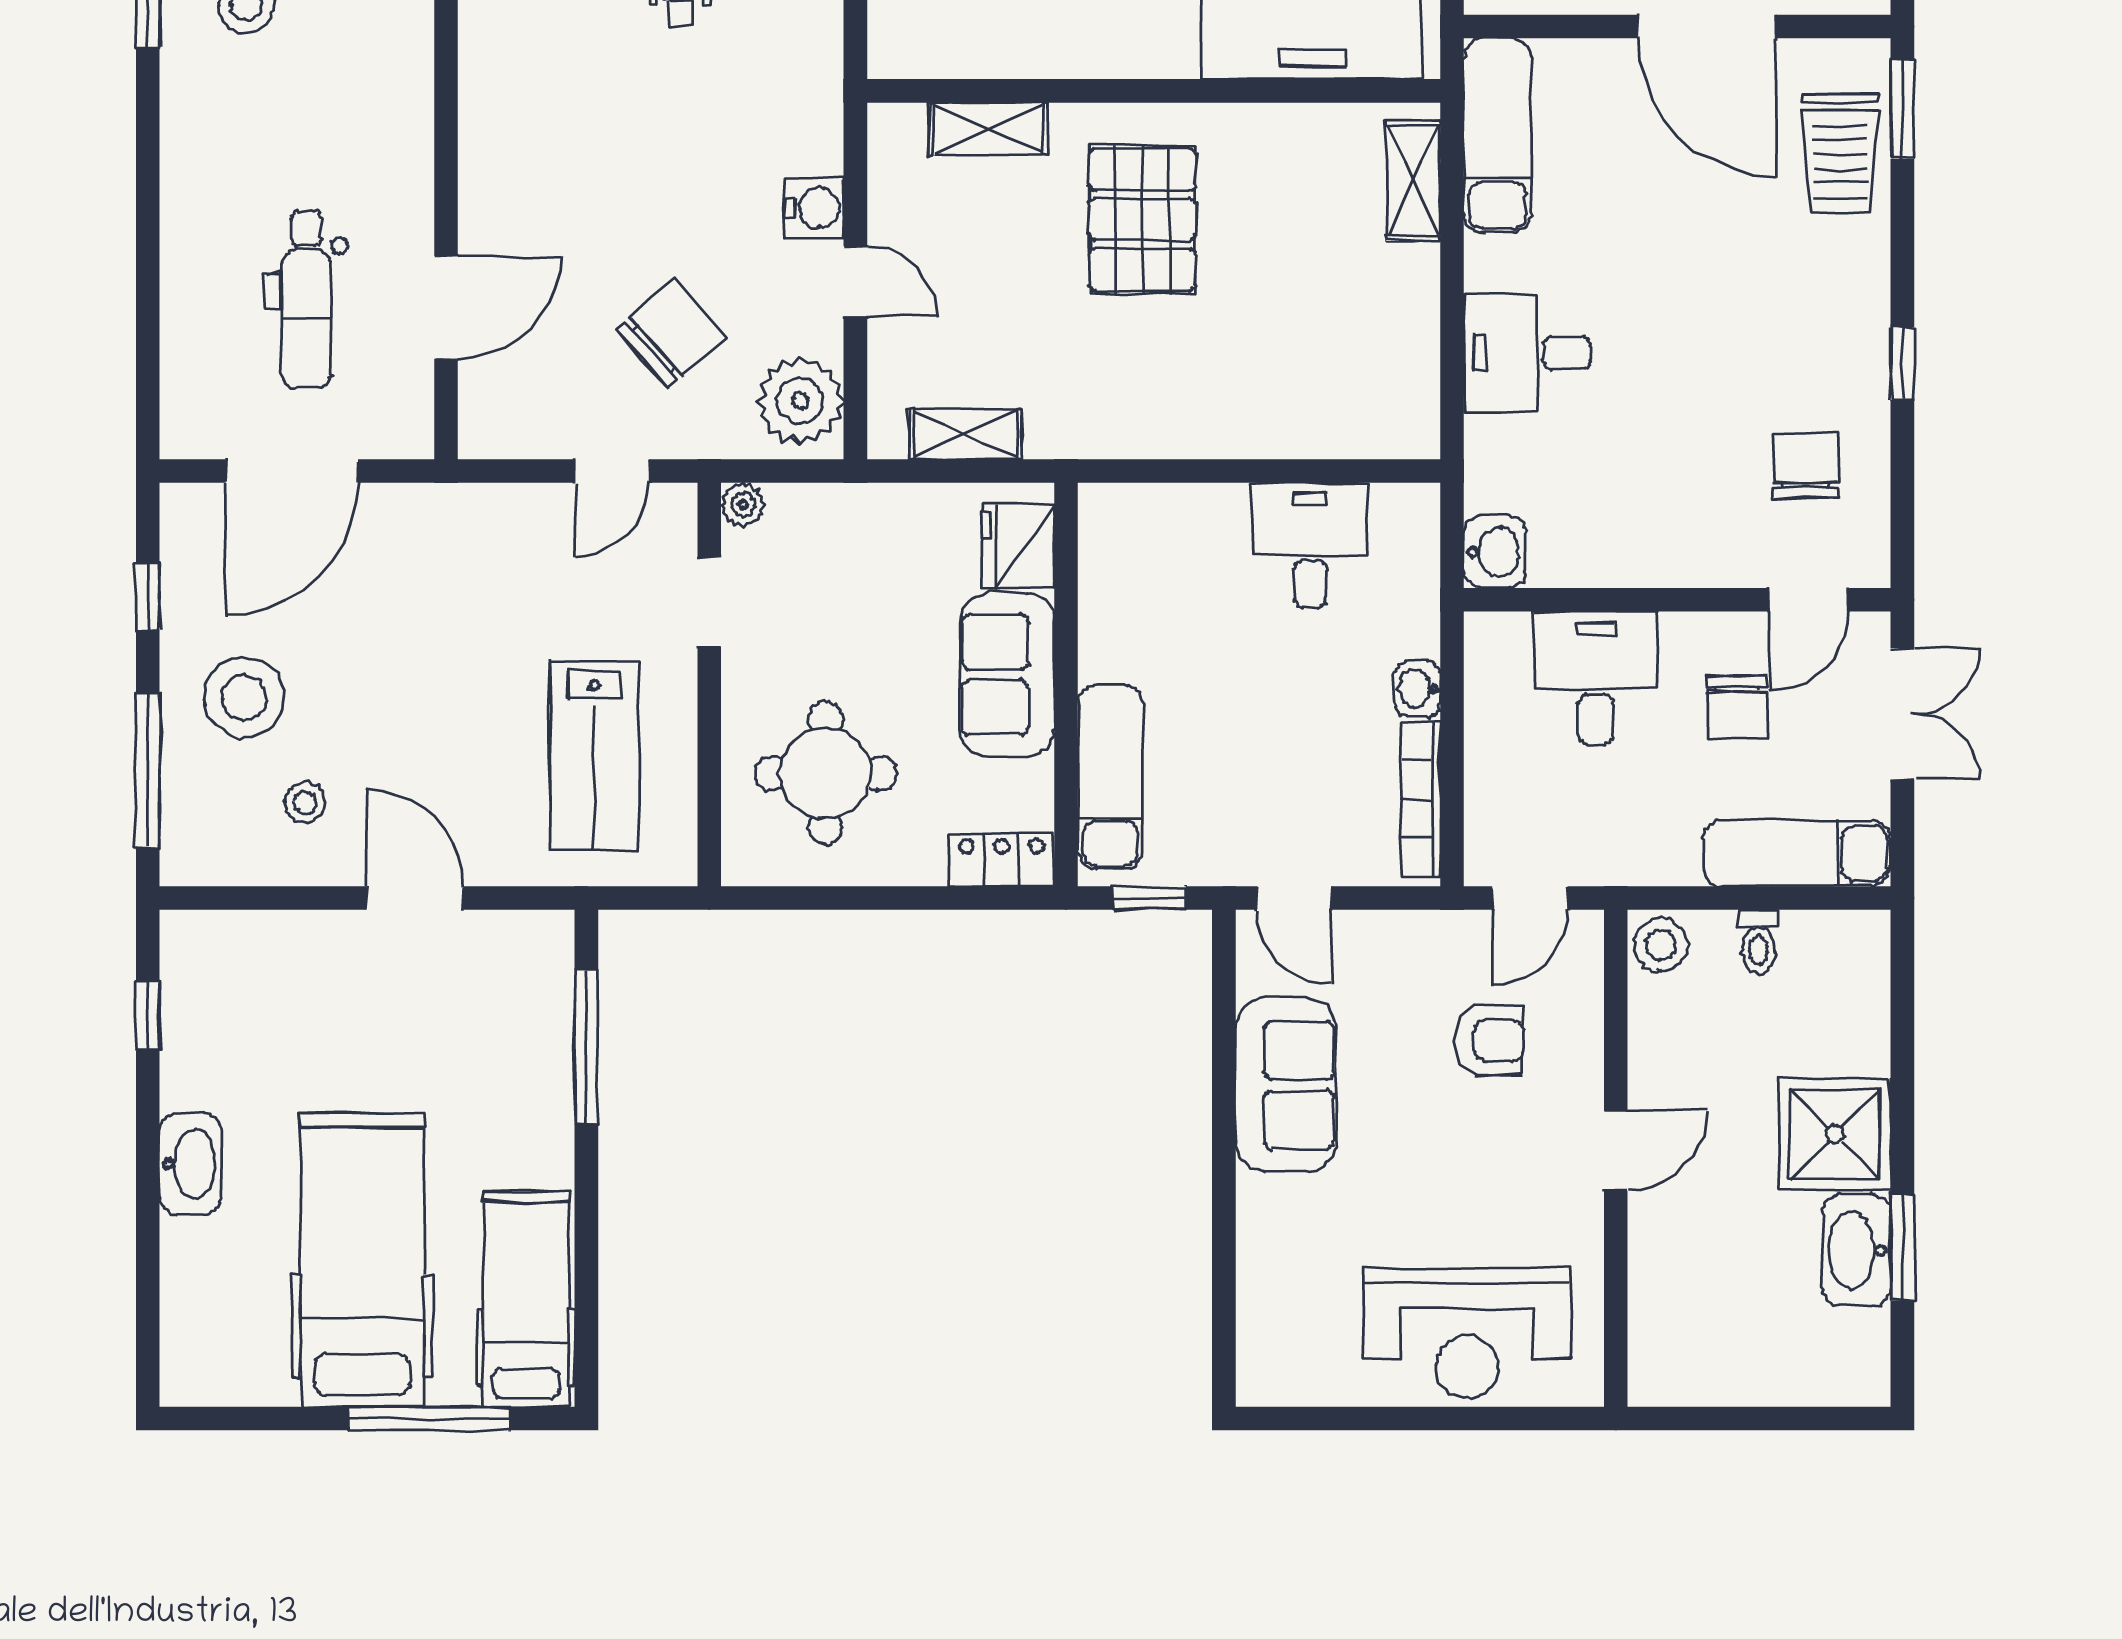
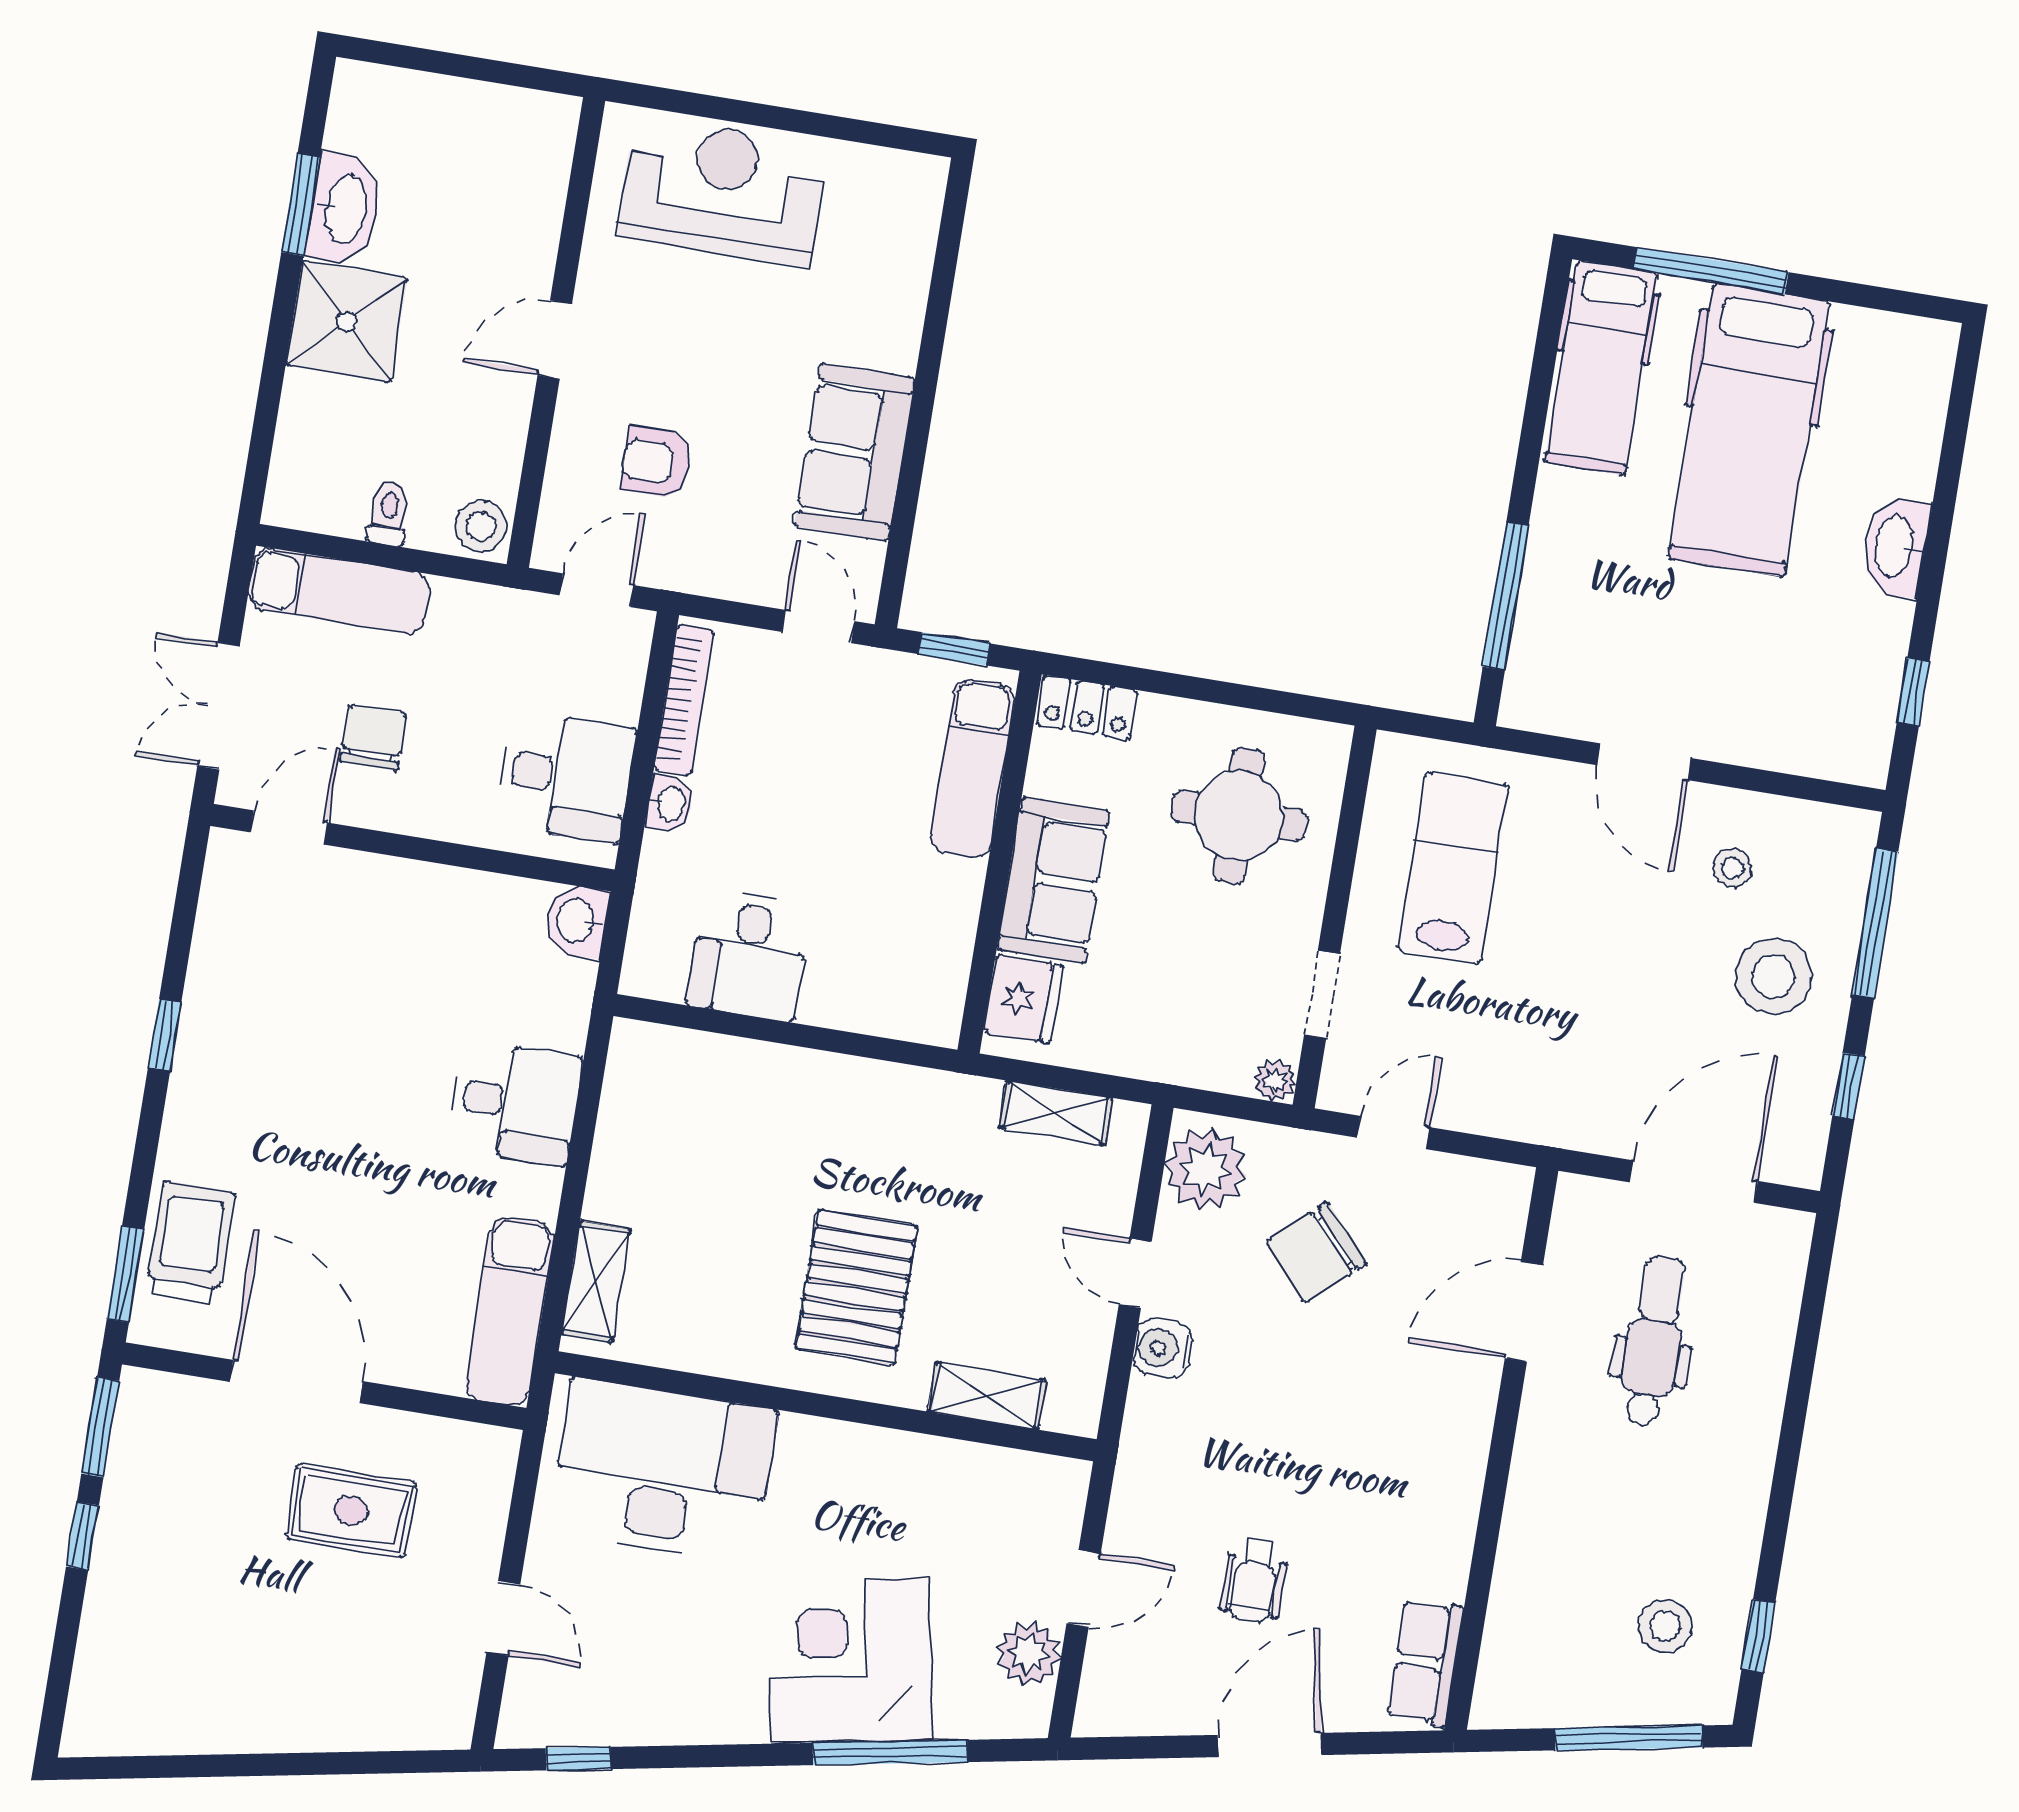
chair: (1806, 466) -> (271, 954), removed
desk: (1596, 678) -> (566, 777), moved, turned -90

